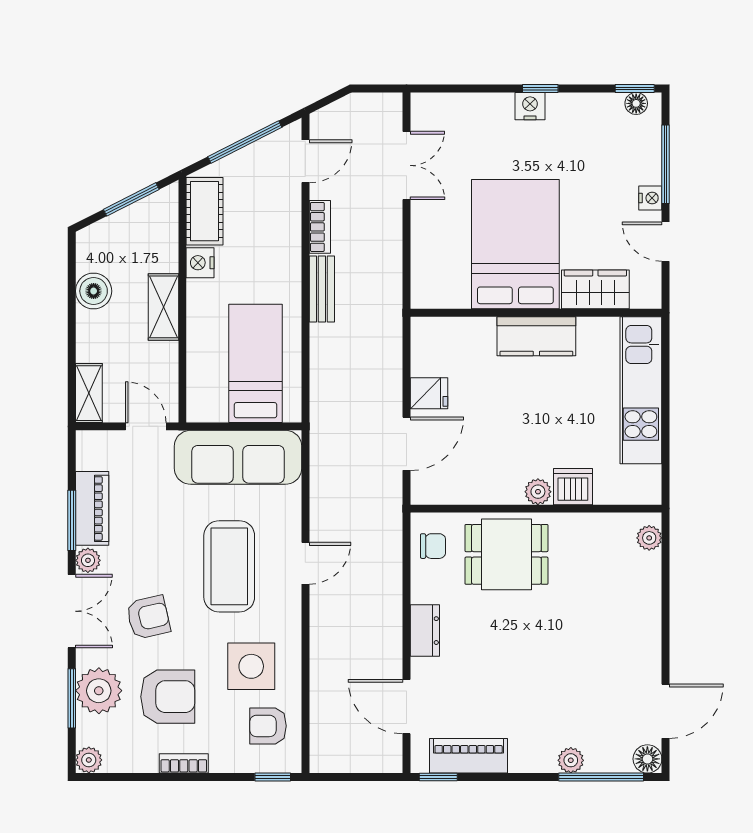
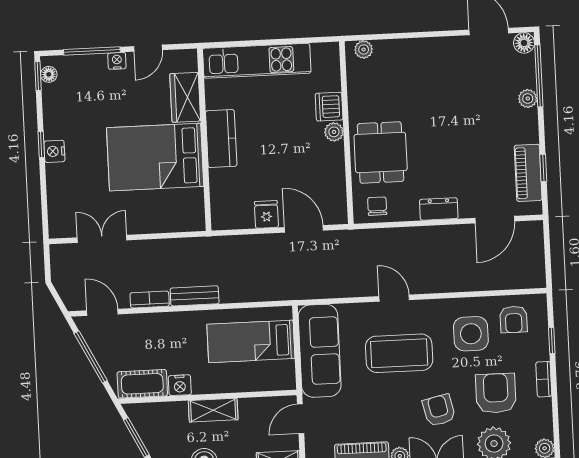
window: (273, 777) -> (552, 341), moved
window: (438, 777) -> (543, 168), moved

